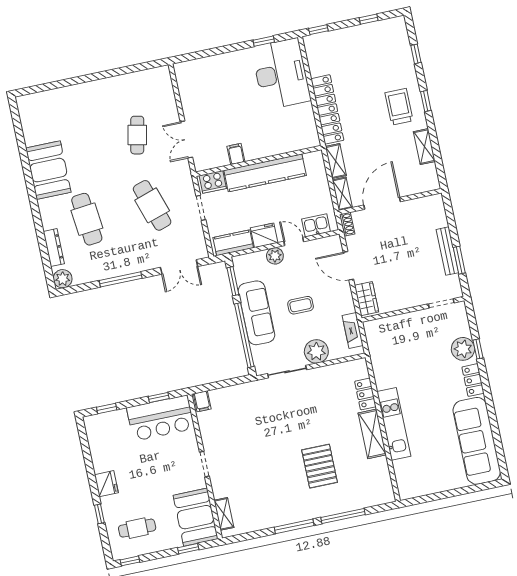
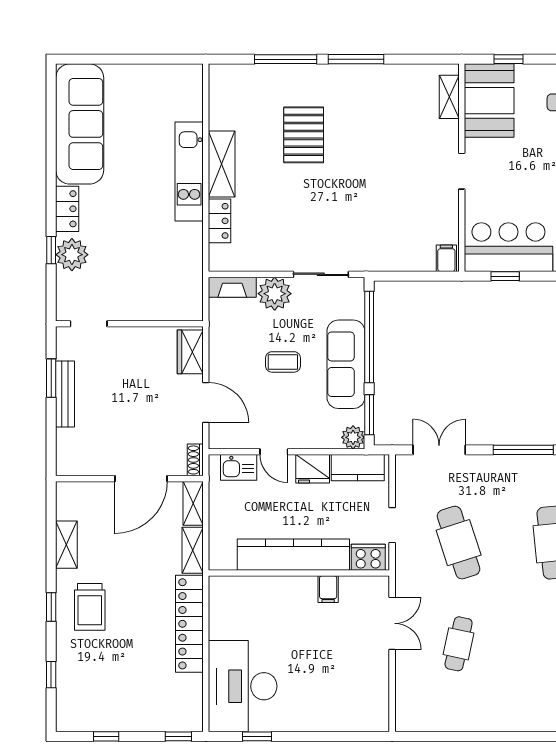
plant: (275, 256) -> (353, 437), moved
fireplace: (353, 330) -> (232, 287), moved, turned 90

